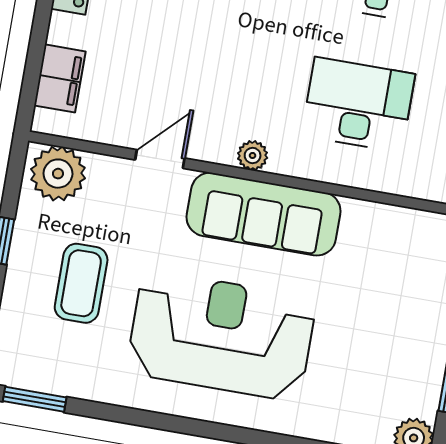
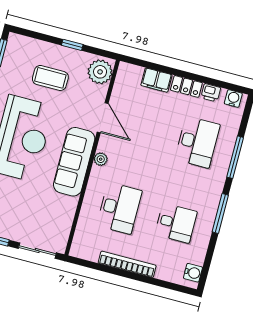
filing cabinet: (60, 78) -> (156, 80), moved
door: (160, 159) -> (103, 118), width x1.38

